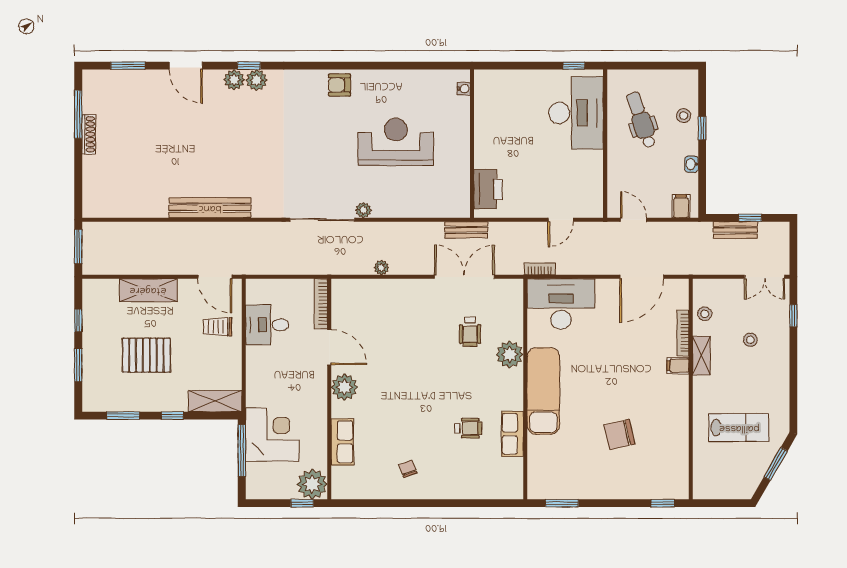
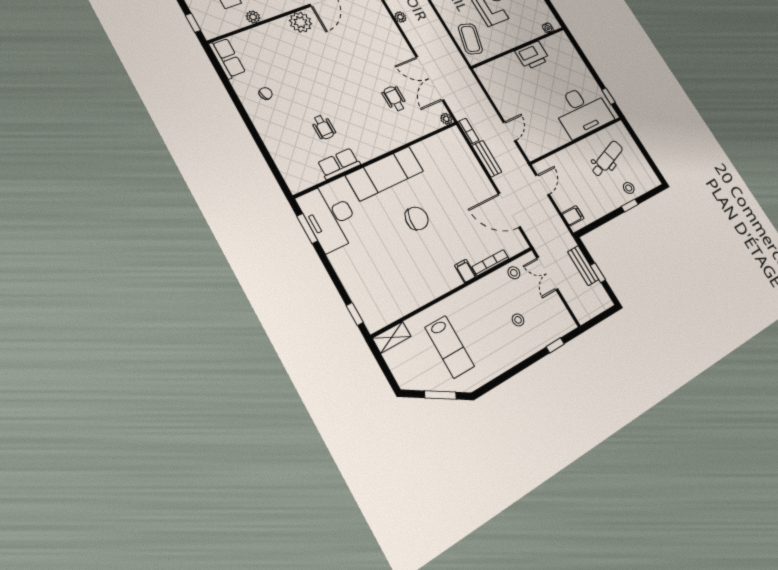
washbasin: (692, 164) -> (603, 210), removed
printer: (488, 189) -> (532, 55), moved
coffee table: (439, 198) -> (470, 39), added
door: (561, 220) -> (510, 131), swing flipped
bench: (466, 230) -> (487, 159), moved
double door: (464, 277) -> (430, 78), swing flipped
double door: (765, 277) -> (547, 273), moved
desk: (561, 304) -> (330, 217), moved, turned 180
wheelchair: (470, 332) -> (394, 99), turned 90
plant: (510, 355) -> (446, 119), moved, width x0.53, depth x0.53
shelving: (701, 356) -> (392, 337), moved
chair: (619, 435) -> (417, 218), moved, turned 112
row of seats: (342, 442) -> (227, 58), moved, turned -90
plant: (312, 484) -> (253, 17), moved, width x0.53, depth x0.53

